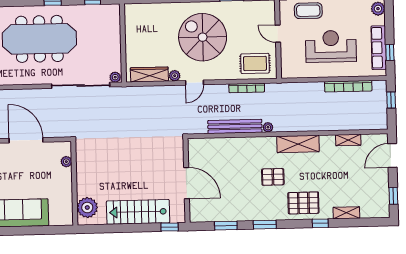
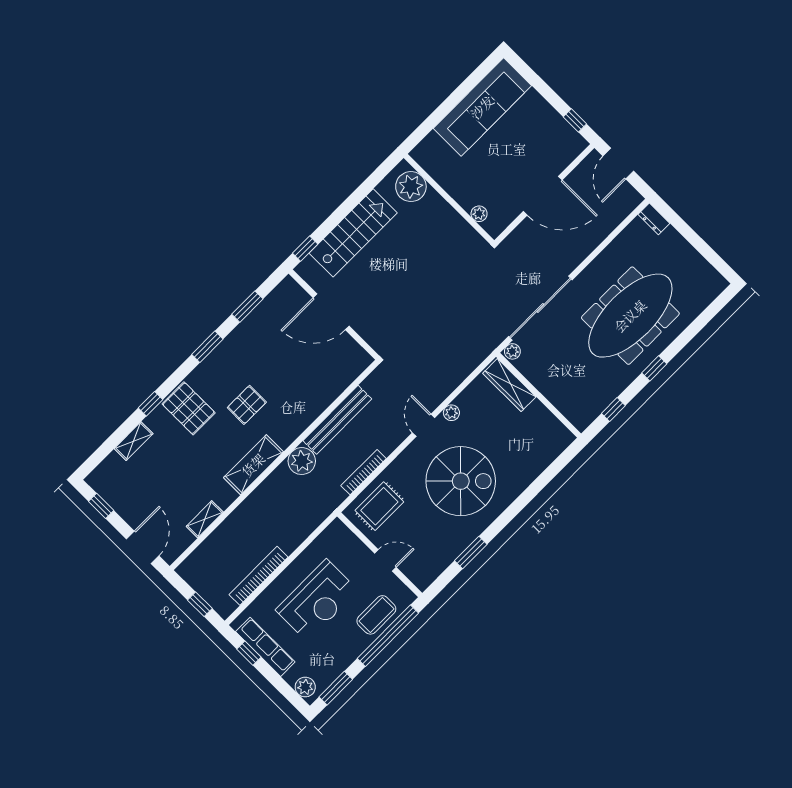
wardrobe: (149, 74) -> (509, 385), moved, turned 90
plant: (268, 127) -> (302, 461), width x1.87, depth x1.87
pallet: (303, 203) -> (189, 408), turned 90

